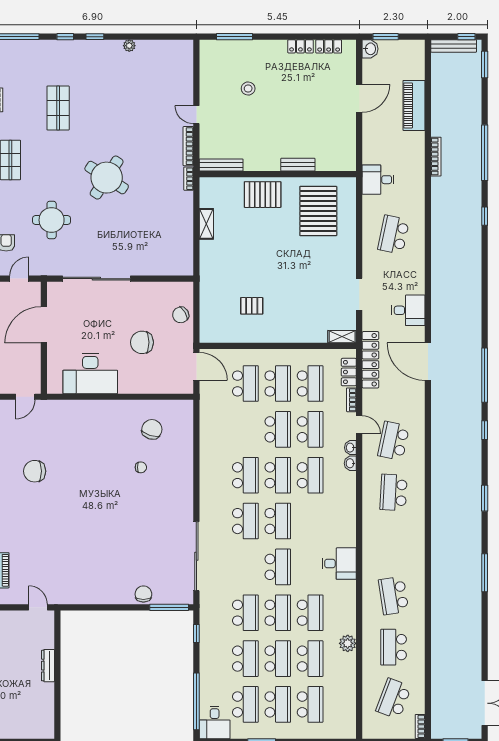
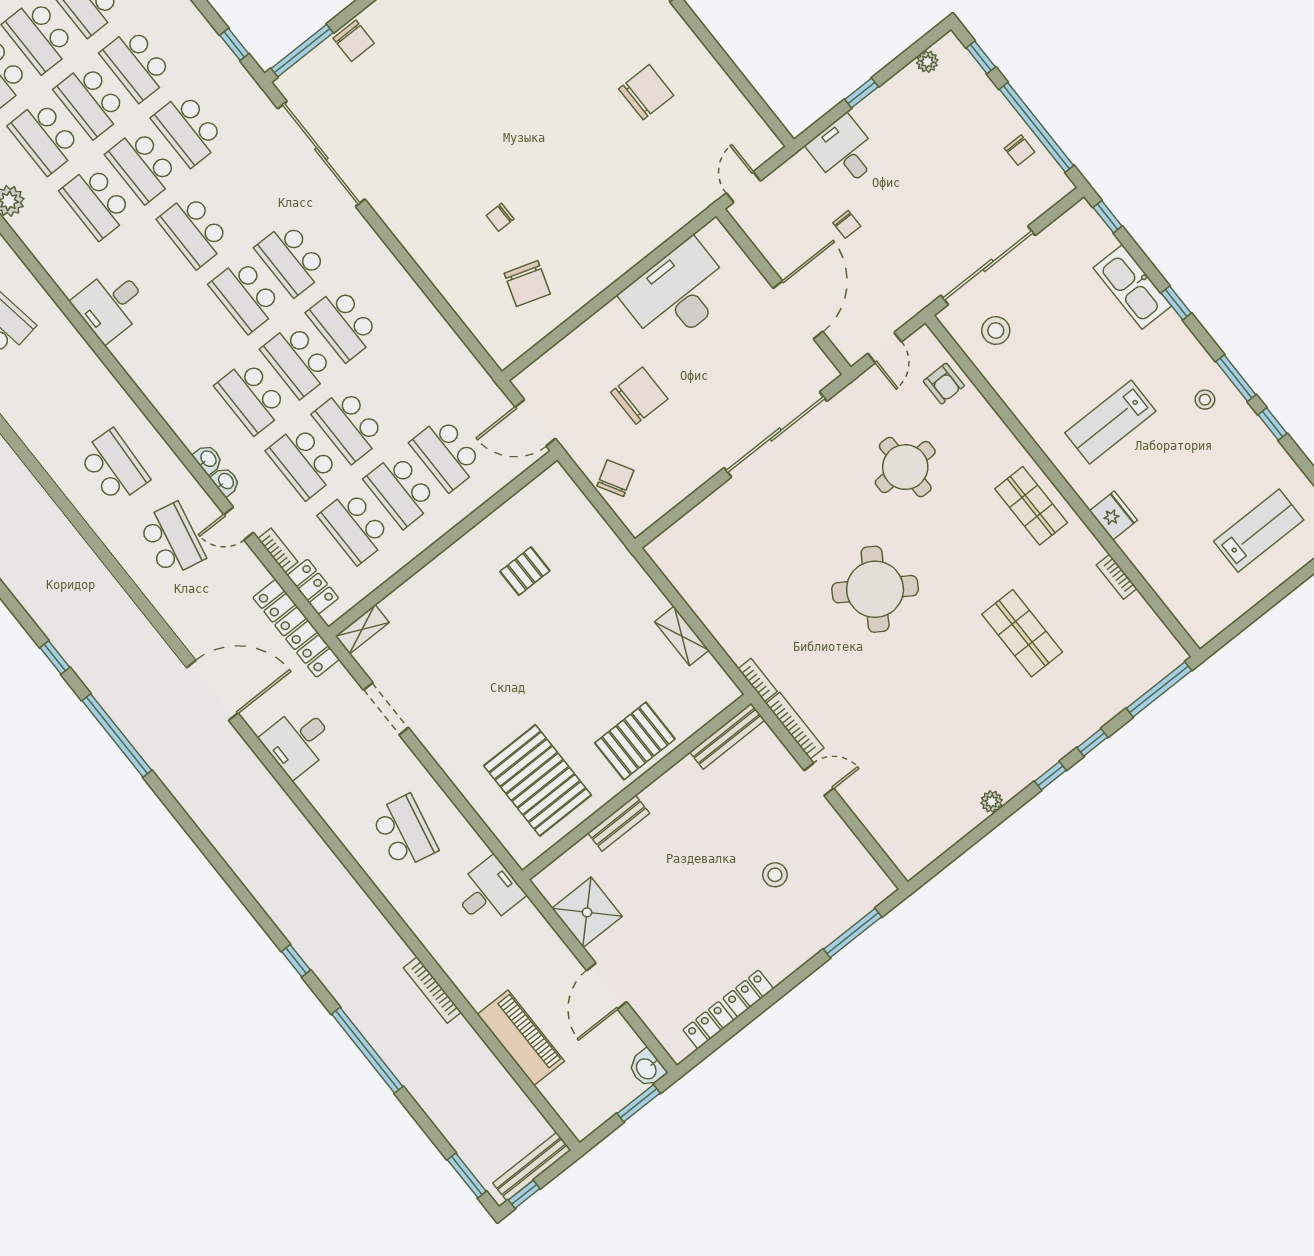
shower: (342, 137) -> (587, 912), added

